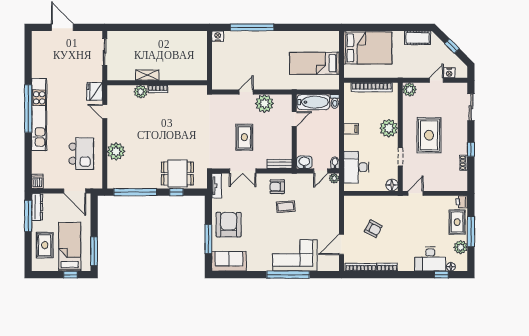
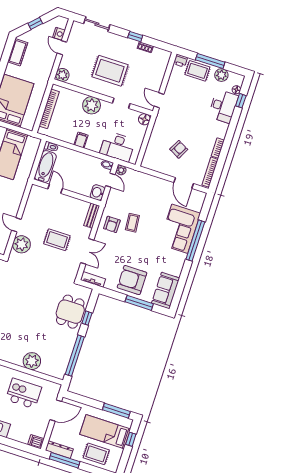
plant: (264, 104) -> (22, 244), moved

